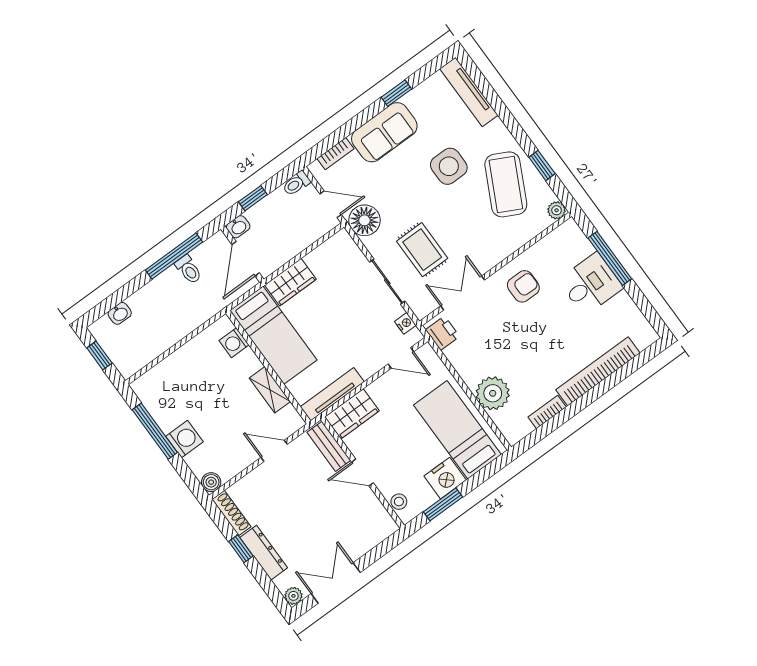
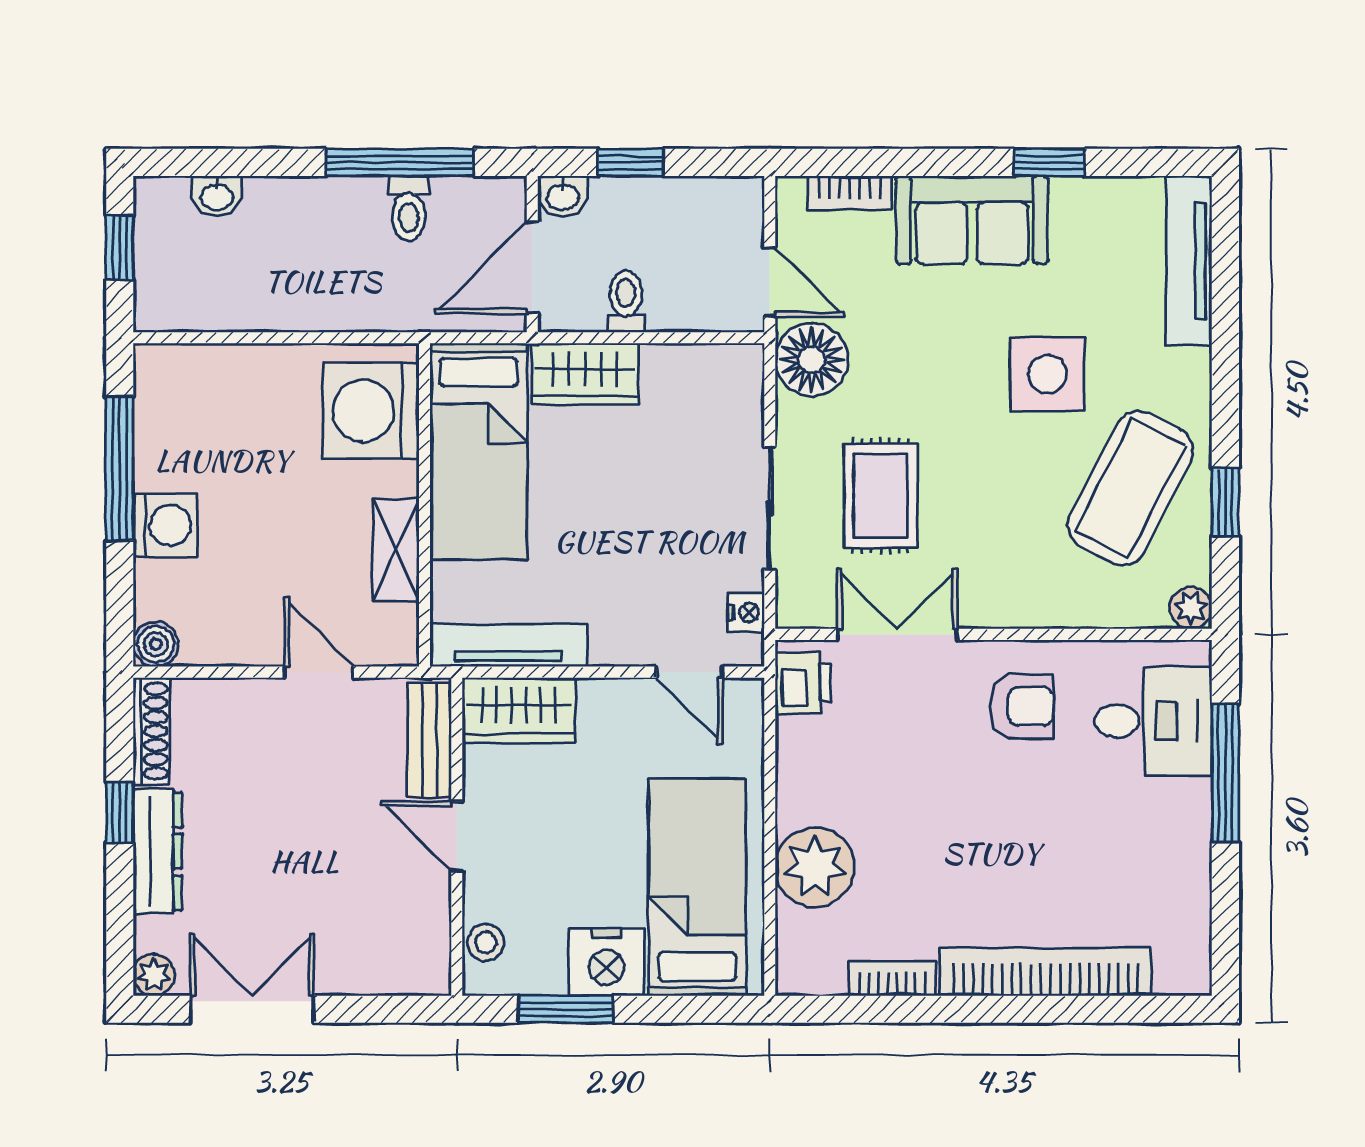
toilet: (296, 183) -> (626, 302), moved, turned 90
desk: (591, 284) -> (1153, 721), moved
washing machine: (234, 343) -> (371, 411), width x1.89, depth x1.89

